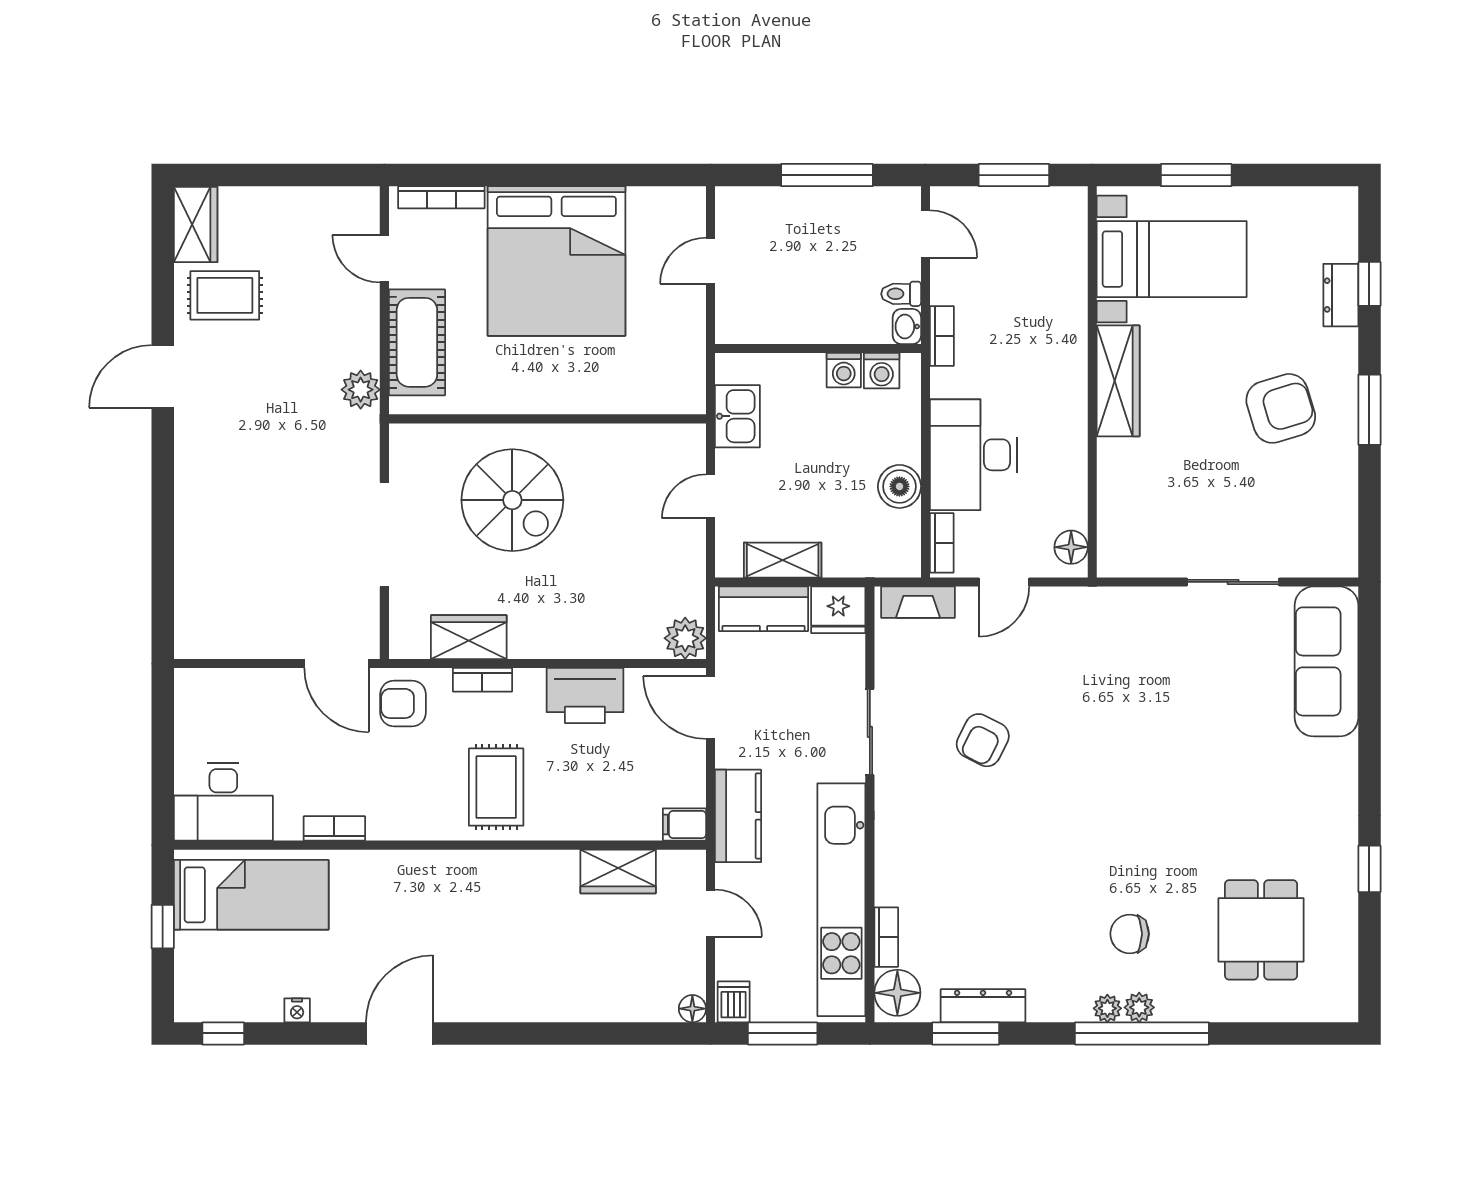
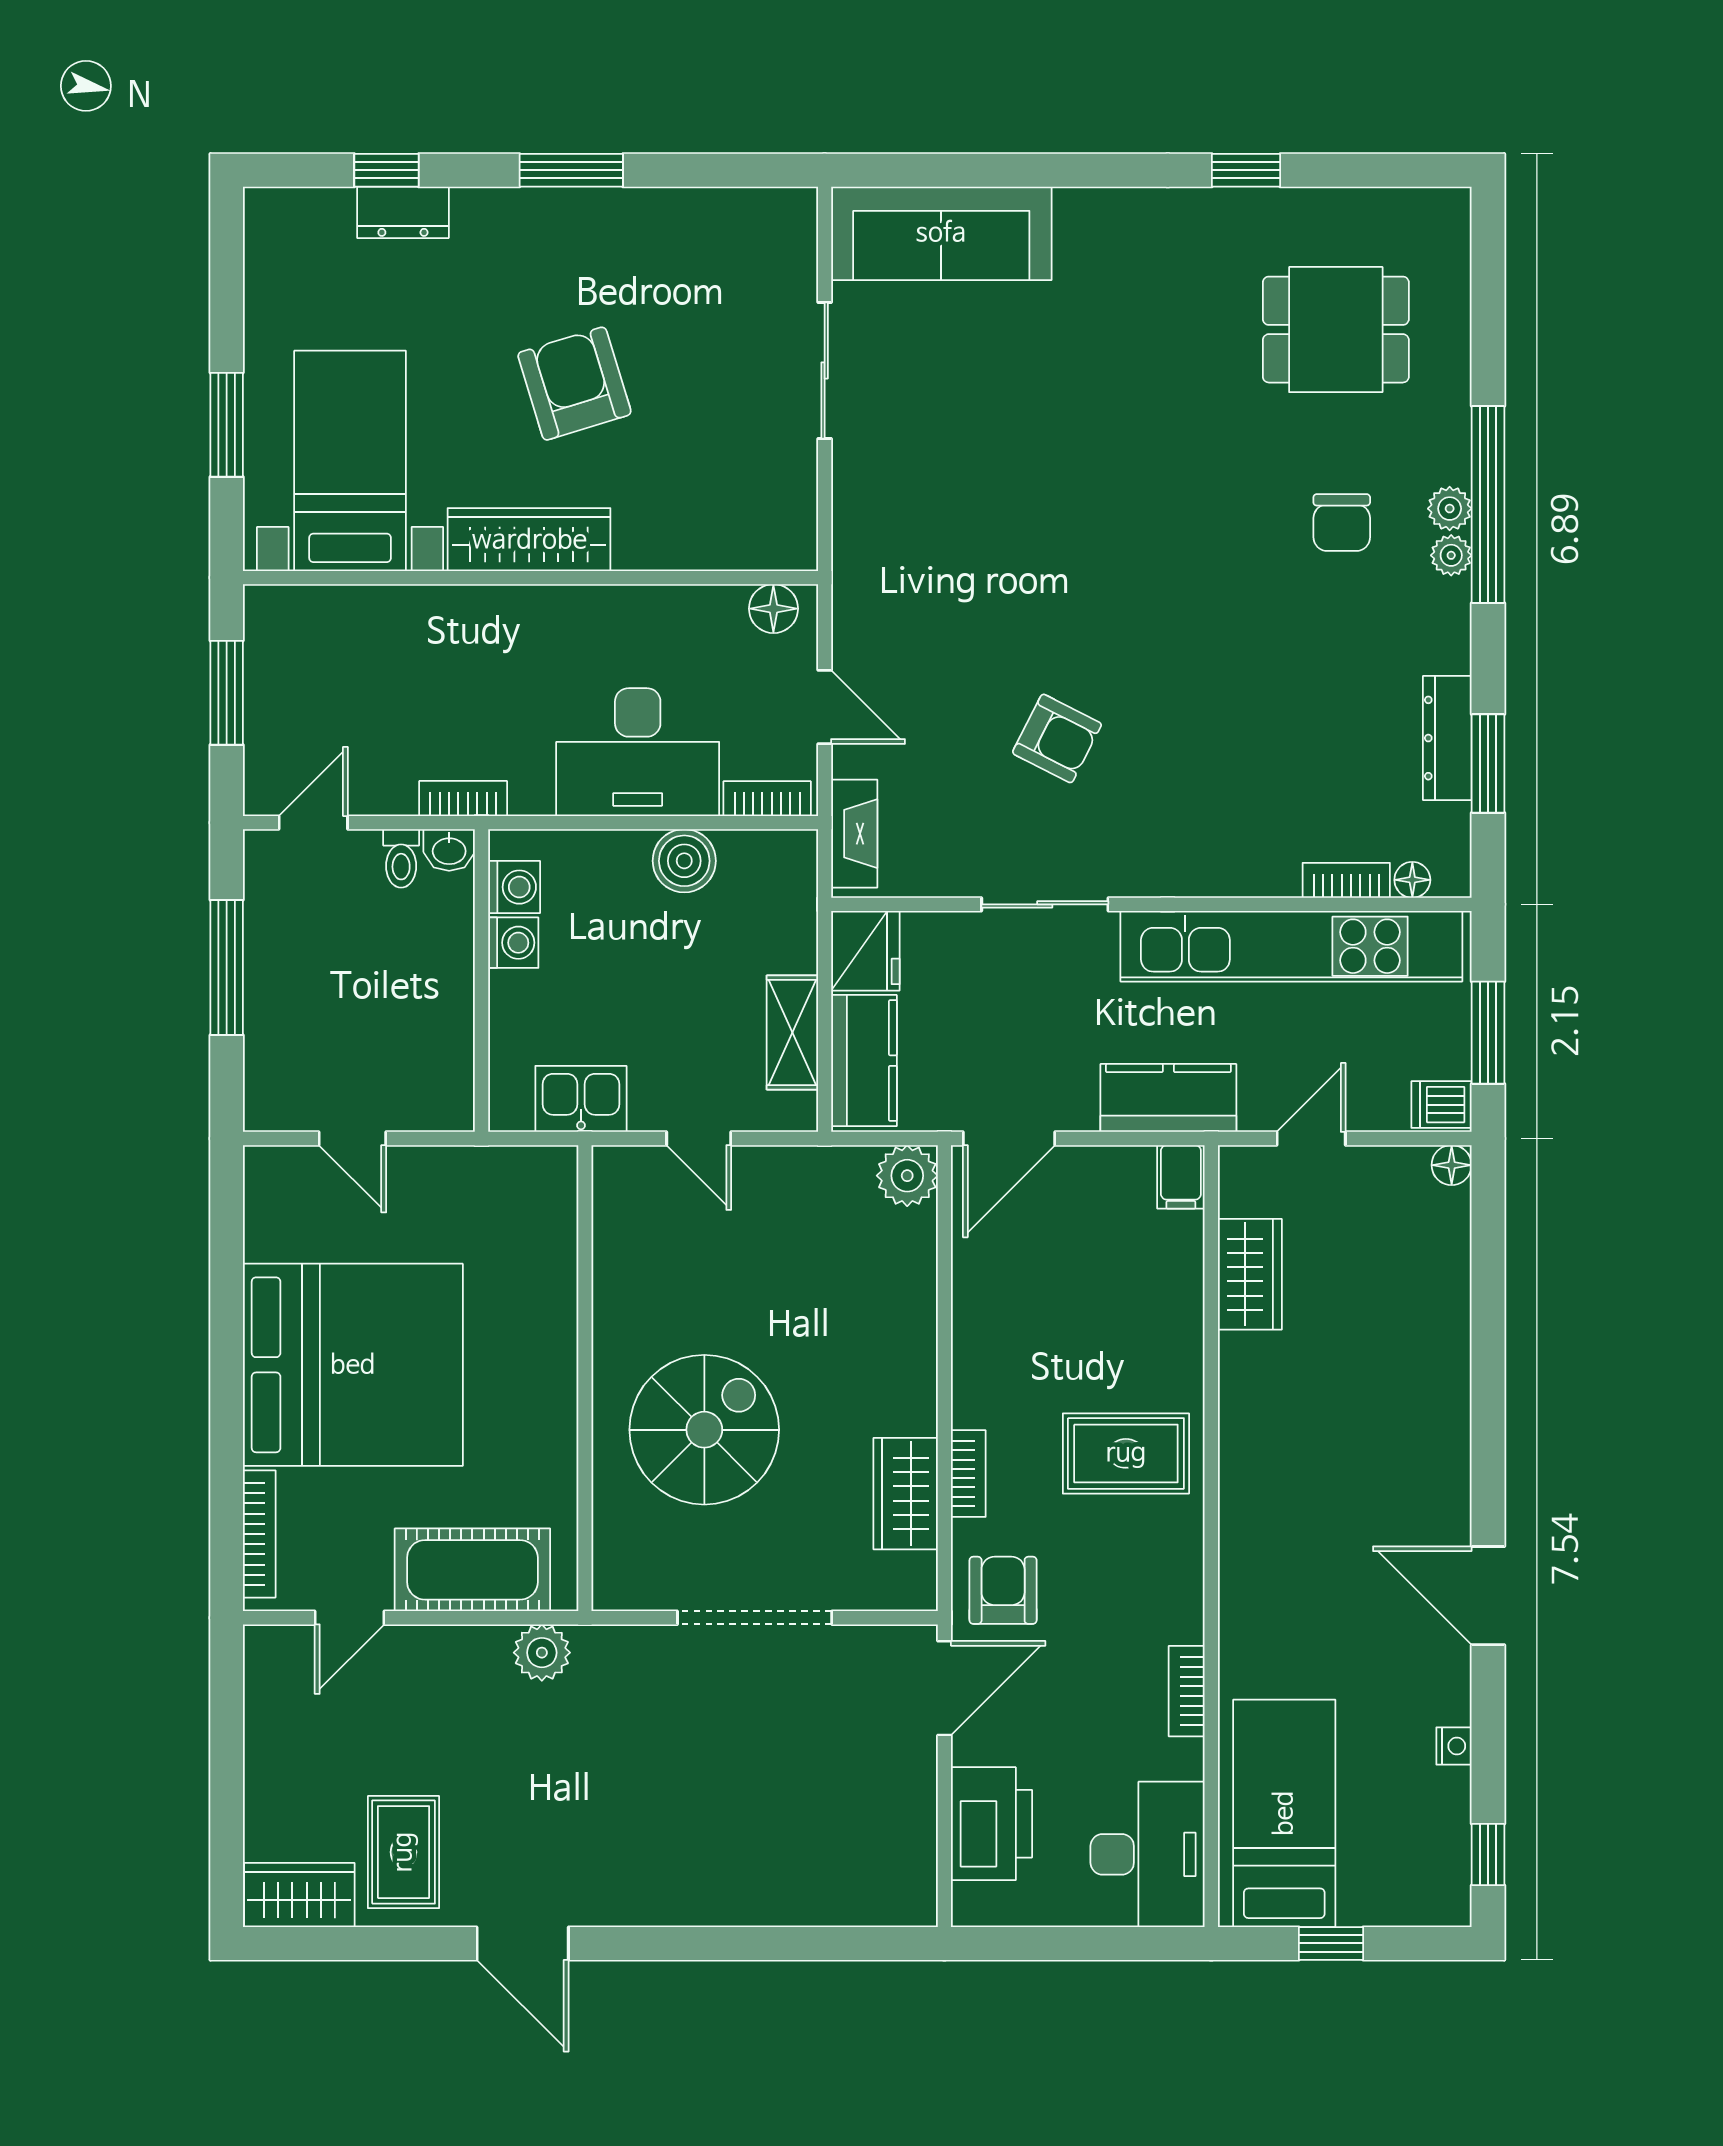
armchair: (1281, 408) -> (574, 384), moved
printer: (585, 696) -> (991, 1824), moved
armchair: (403, 703) -> (1003, 1590), turned 180
floor lamp: (897, 993) -> (1412, 880), width x0.53, depth x0.53

